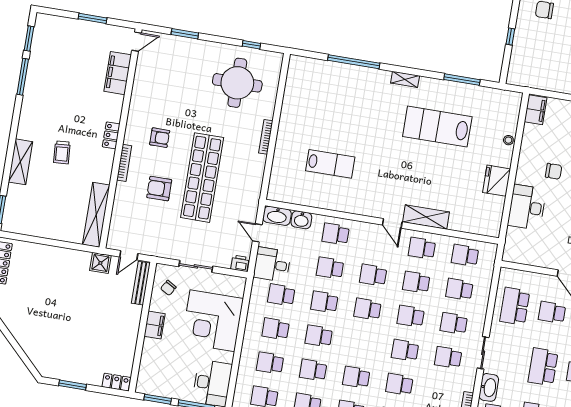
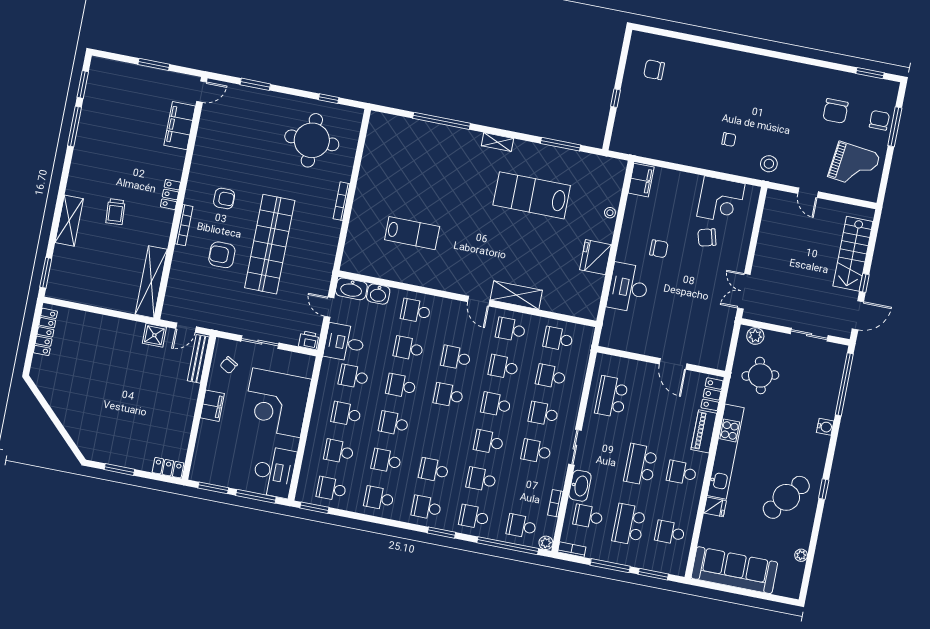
school desk: (552, 312) -> (652, 405), removed

